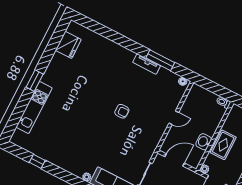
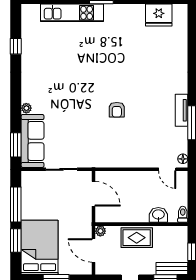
door: (174, 118) -> (167, 169), moved
washbasin: (204, 142) -> (158, 215), moved

